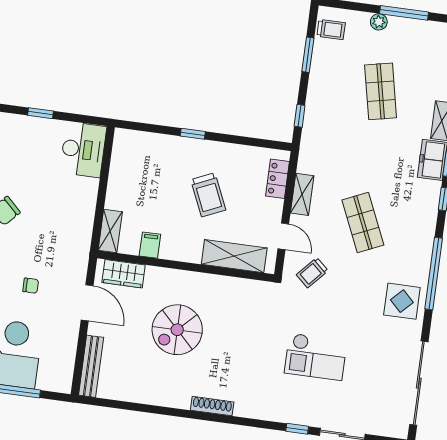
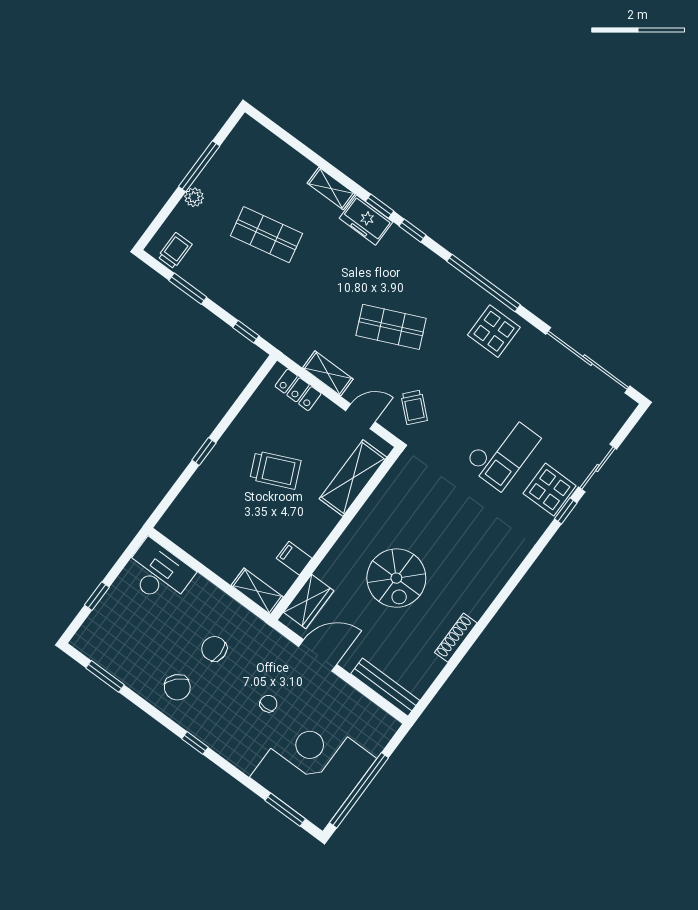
chair: (49, 223) -> (214, 649), added
shoe rack: (212, 406) -> (456, 638), moved
display table: (306, 408) -> (550, 490), added

